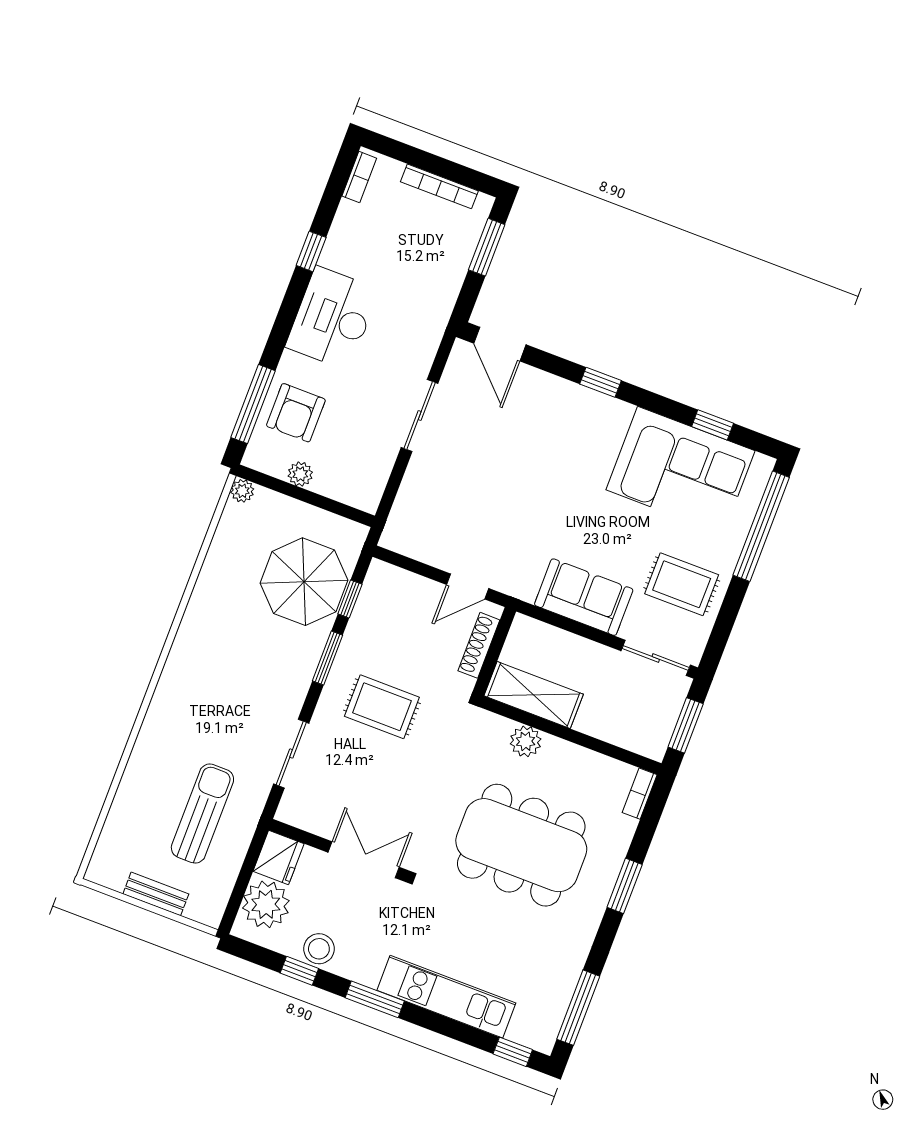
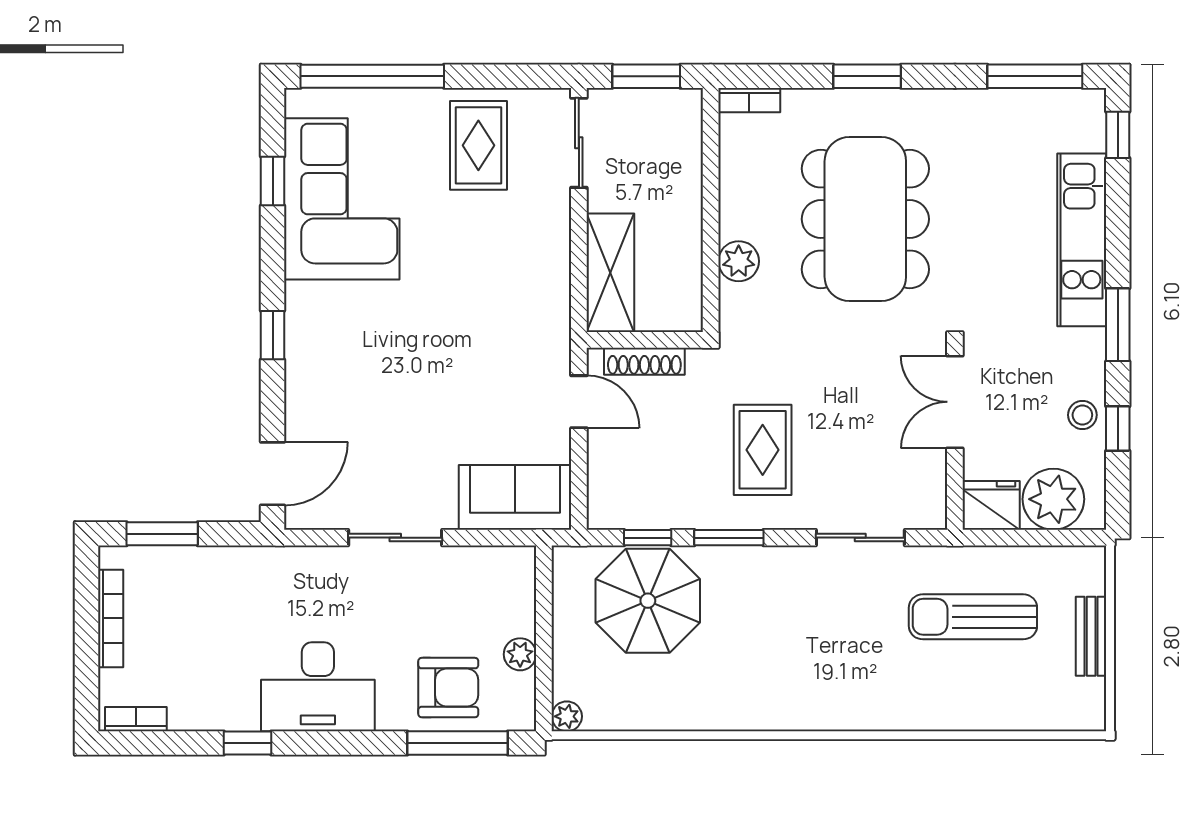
sofa: (584, 597) -> (515, 497), moved, turned 90
shelving: (534, 695) -> (610, 273), moved
stool: (319, 949) -> (1082, 415), width x0.73, depth x0.73

